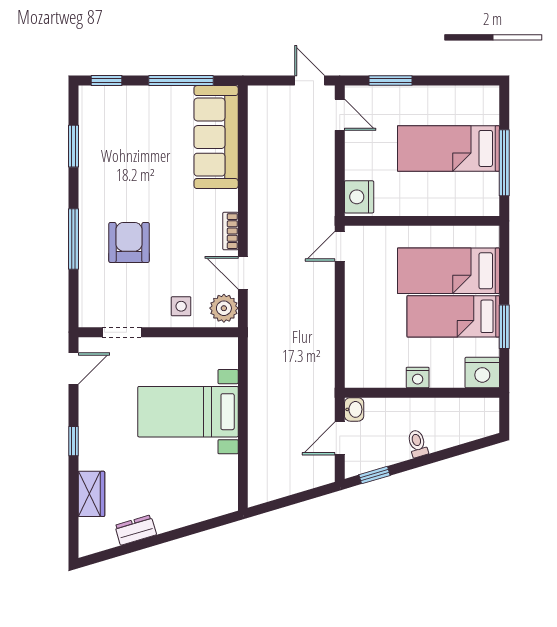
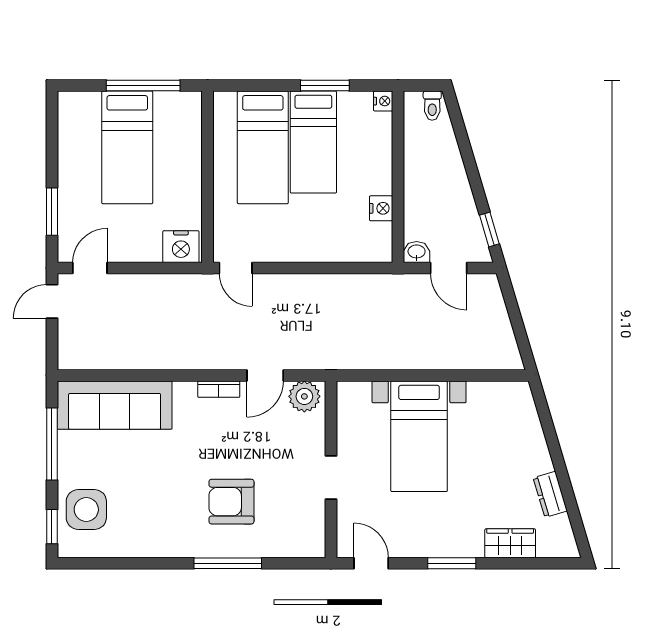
window: (73, 146) -> (125, 563), removed
side table: (181, 306) -> (86, 510), moved, width x1.87, depth x1.87
doorway: (122, 332) -> (331, 477), moved
nightstand: (482, 373) -> (383, 101), width x0.53, depth x0.56
nightstand: (418, 377) -> (381, 208), moved
window: (73, 441) -> (452, 563), width x1.50
toilet: (417, 444) -> (432, 106), moved, turned -73

